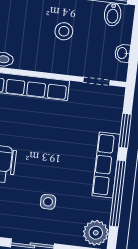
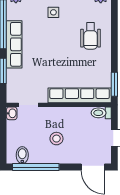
washbasin: (122, 53) -> (12, 113), moved

